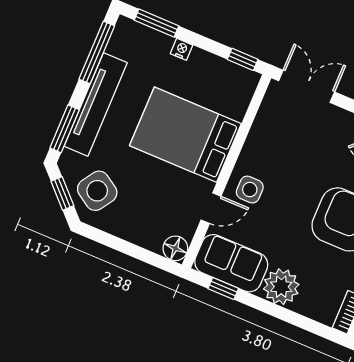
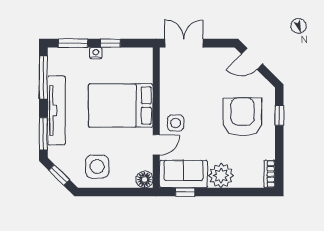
window: (243, 59) -> (111, 43), moved
side table: (97, 191) -> (97, 167), moved, turned -33

